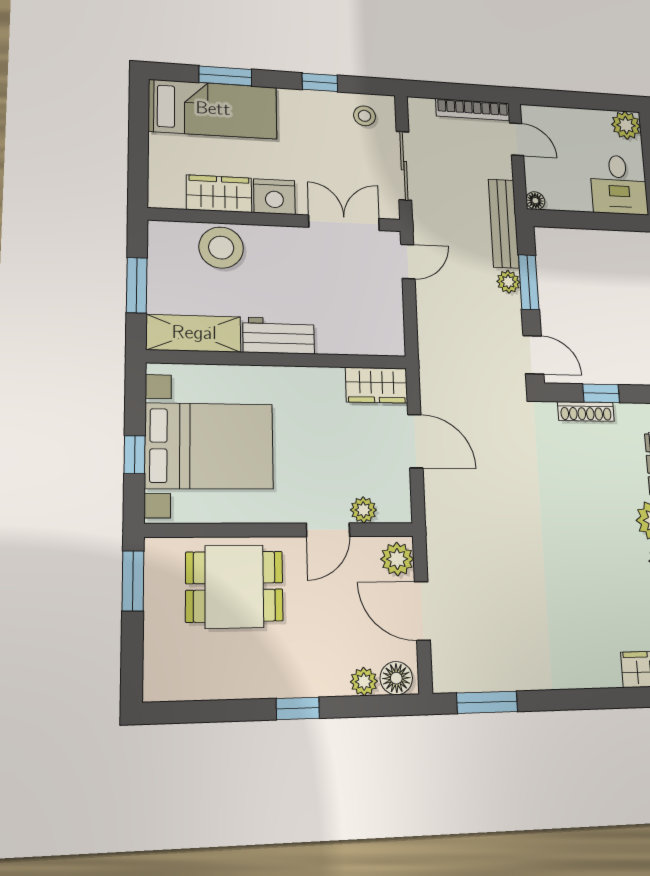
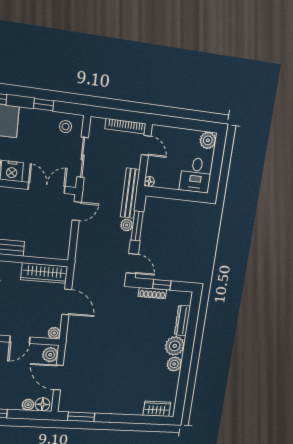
wardrobe: (376, 385) -> (44, 273), width x1.50
plant: (363, 510) -> (54, 333), moved

